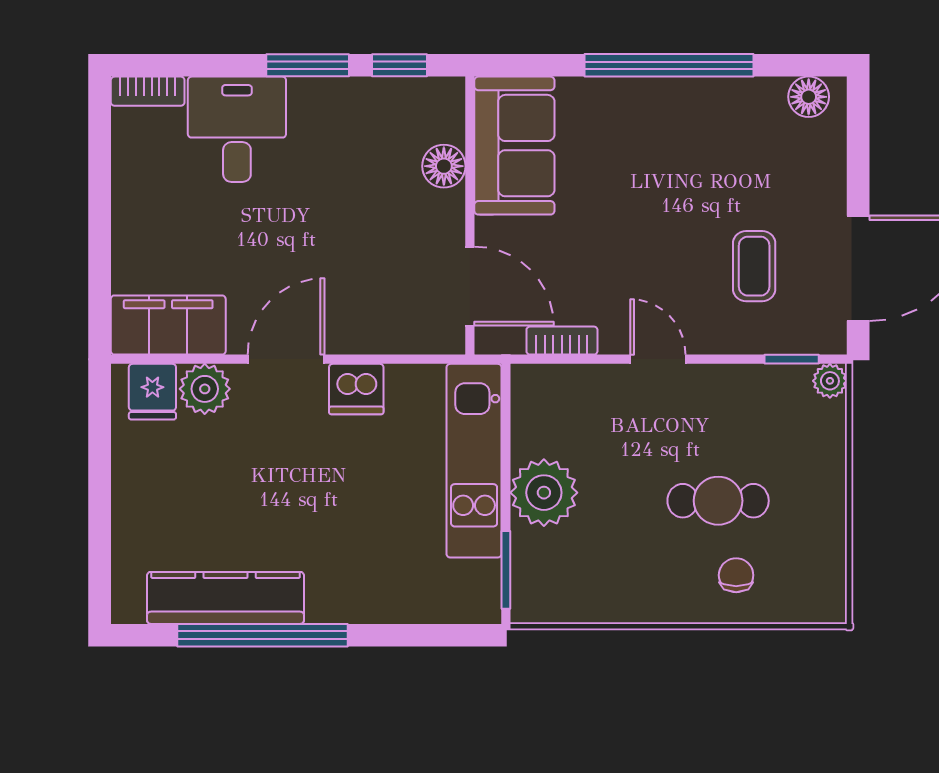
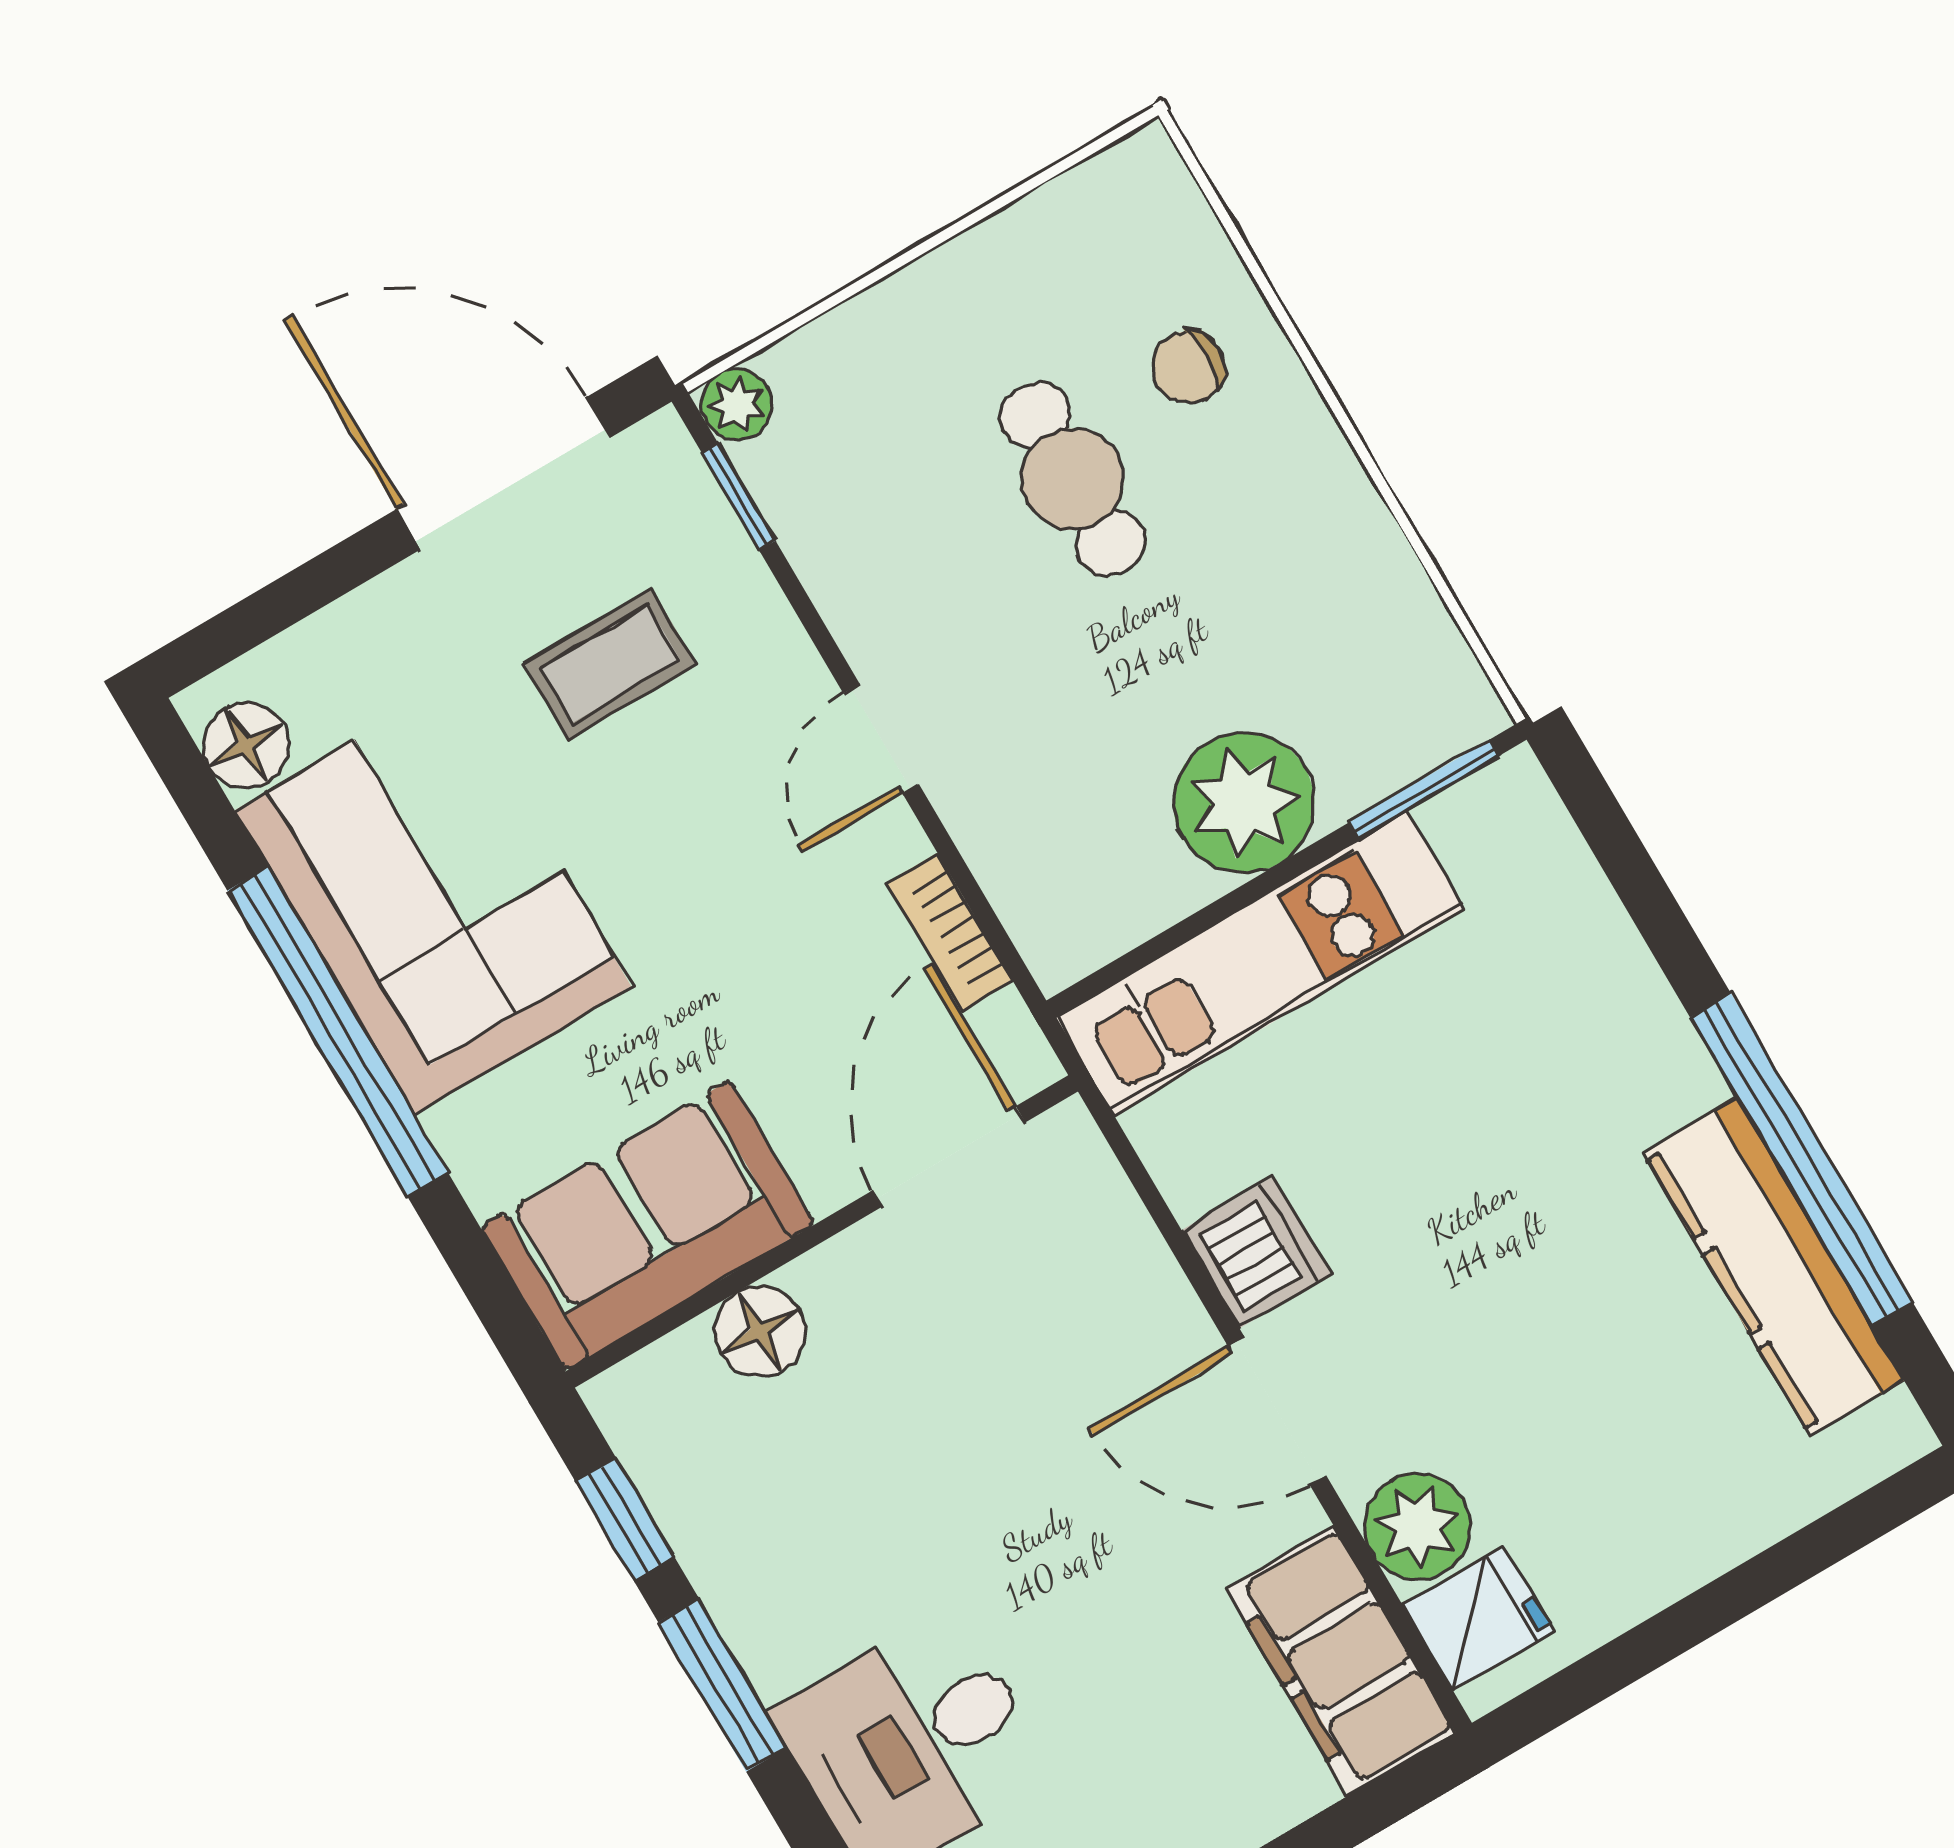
corner sofa: (700, 137) -> (433, 899), added

